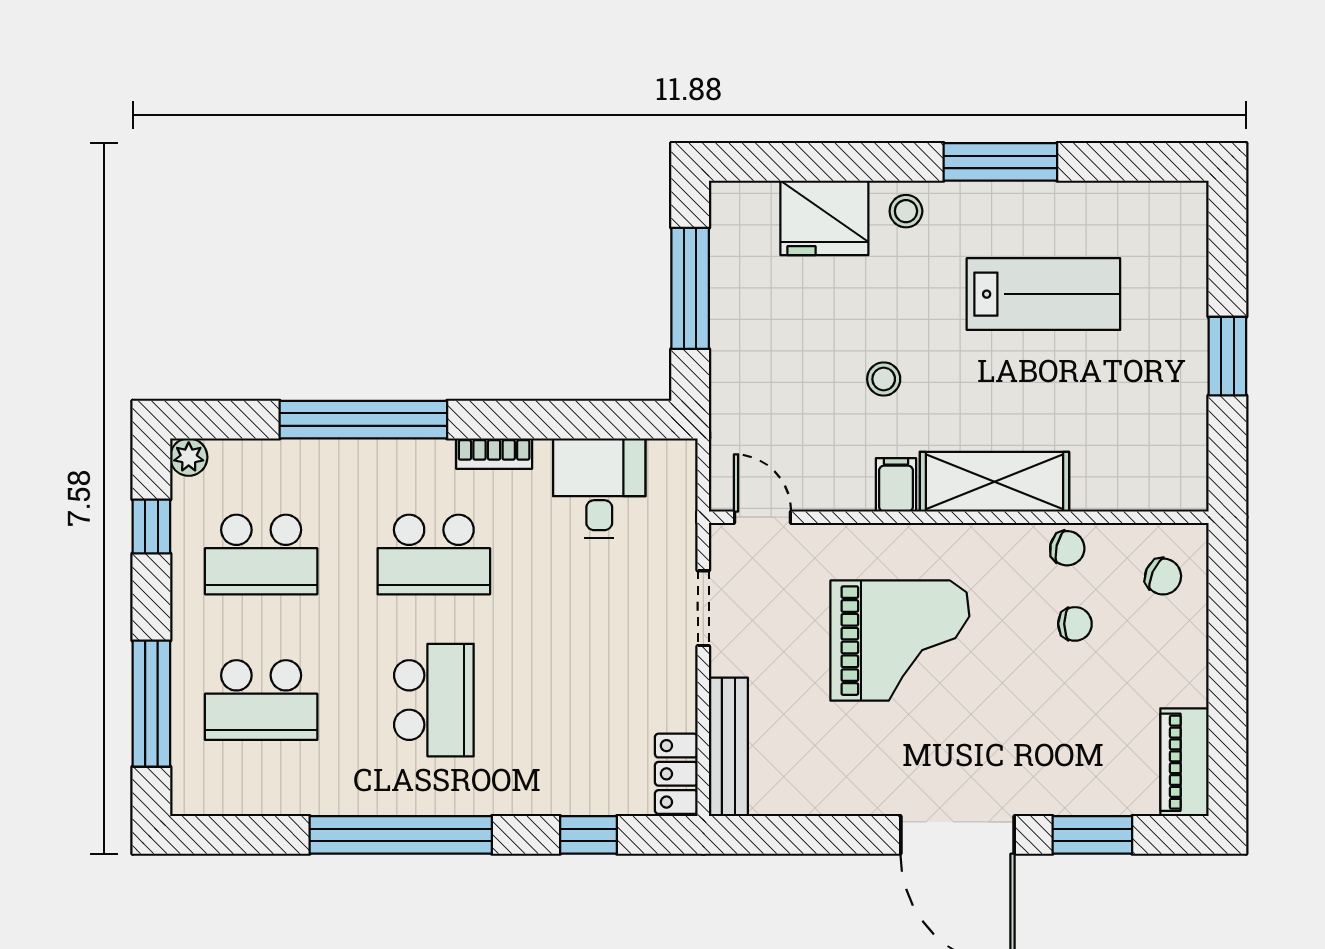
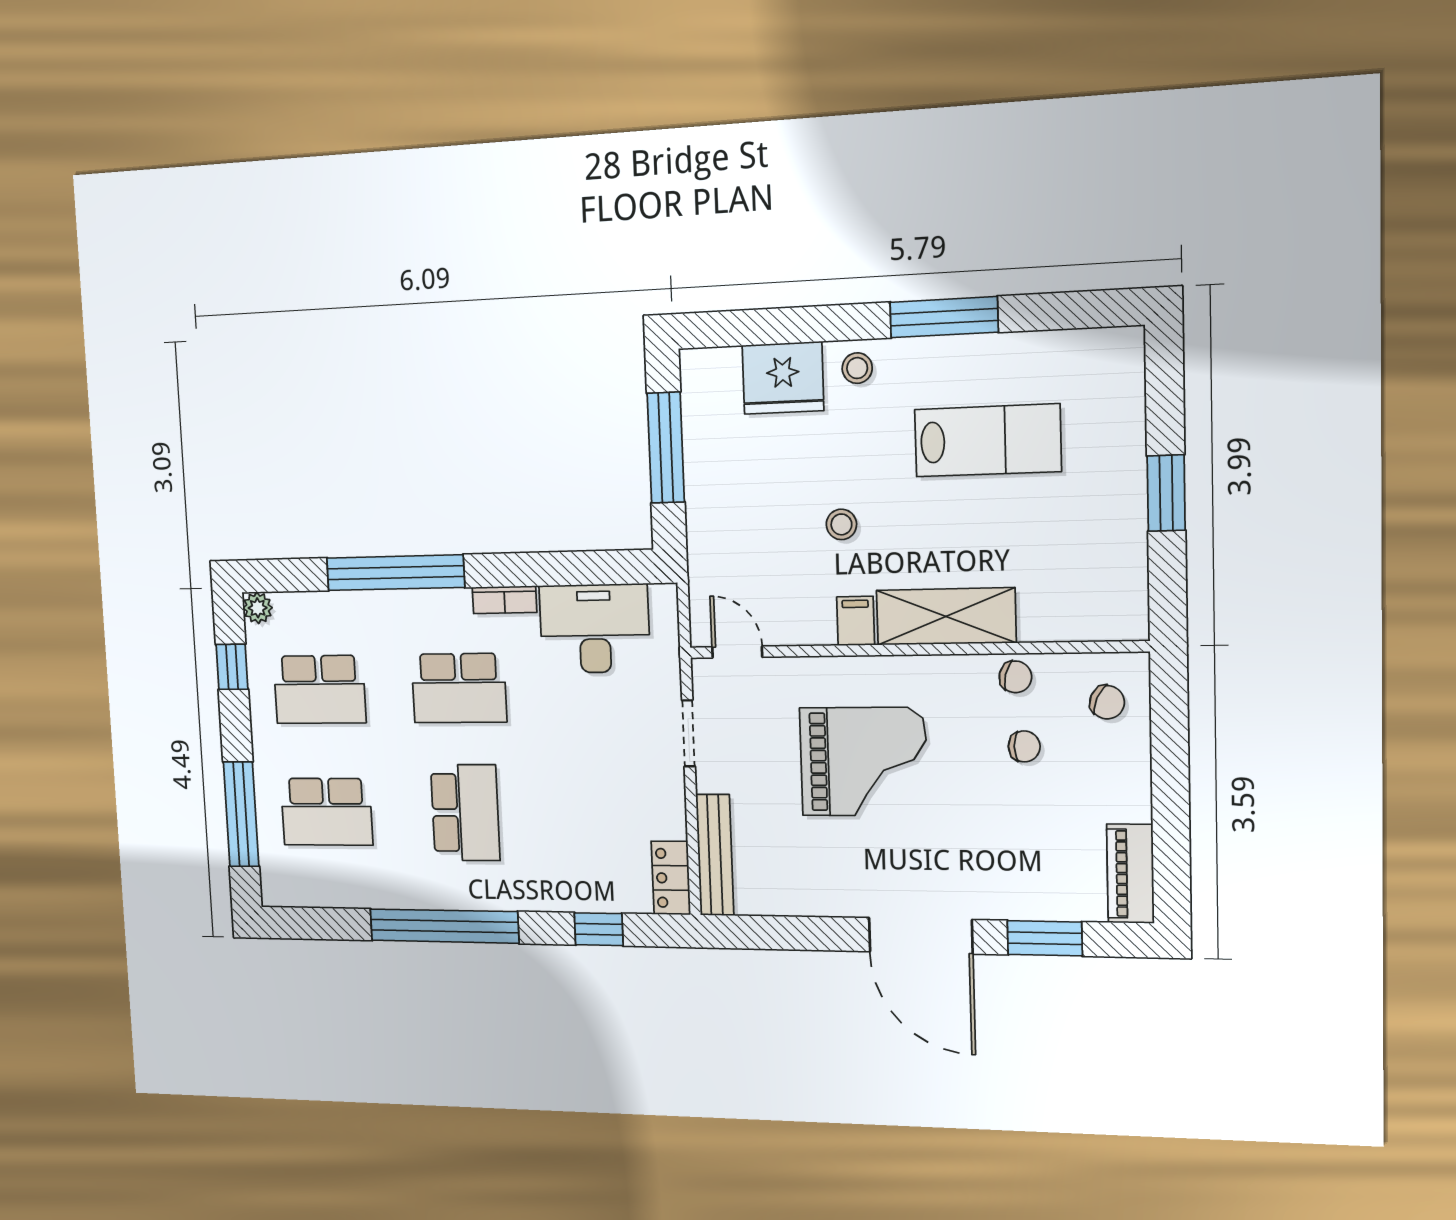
desk: (599, 488) -> (595, 628), width x1.37

